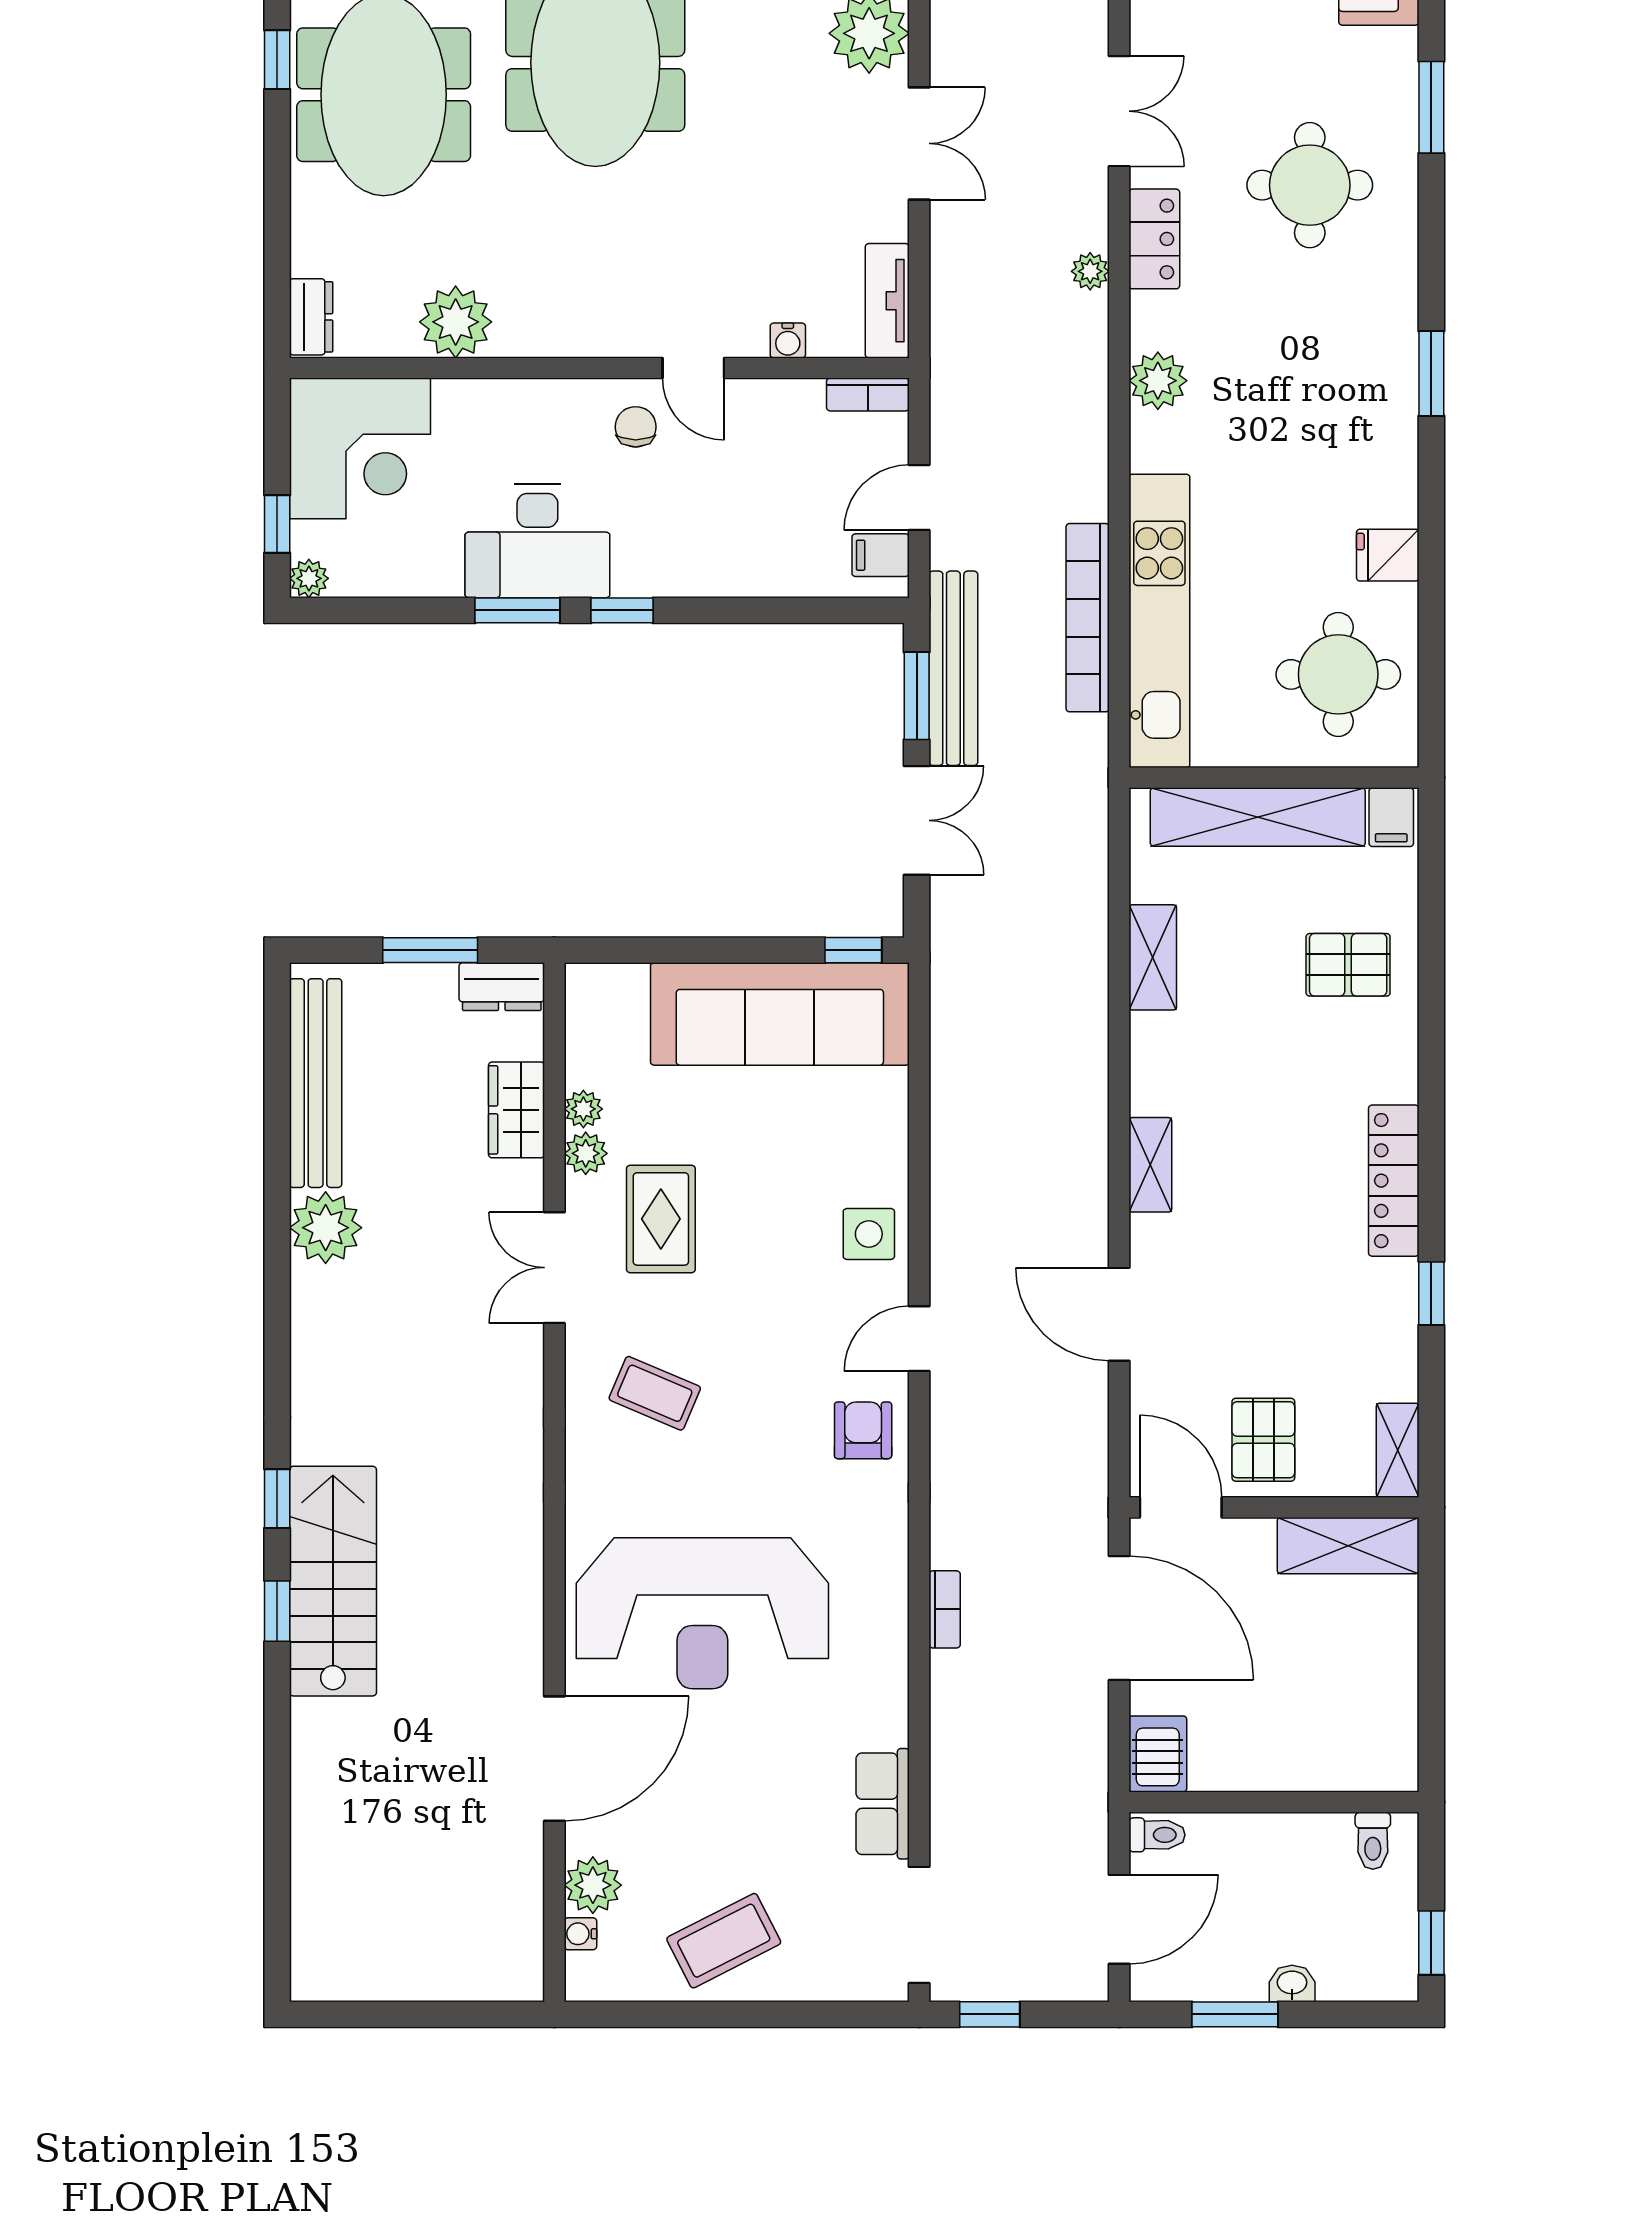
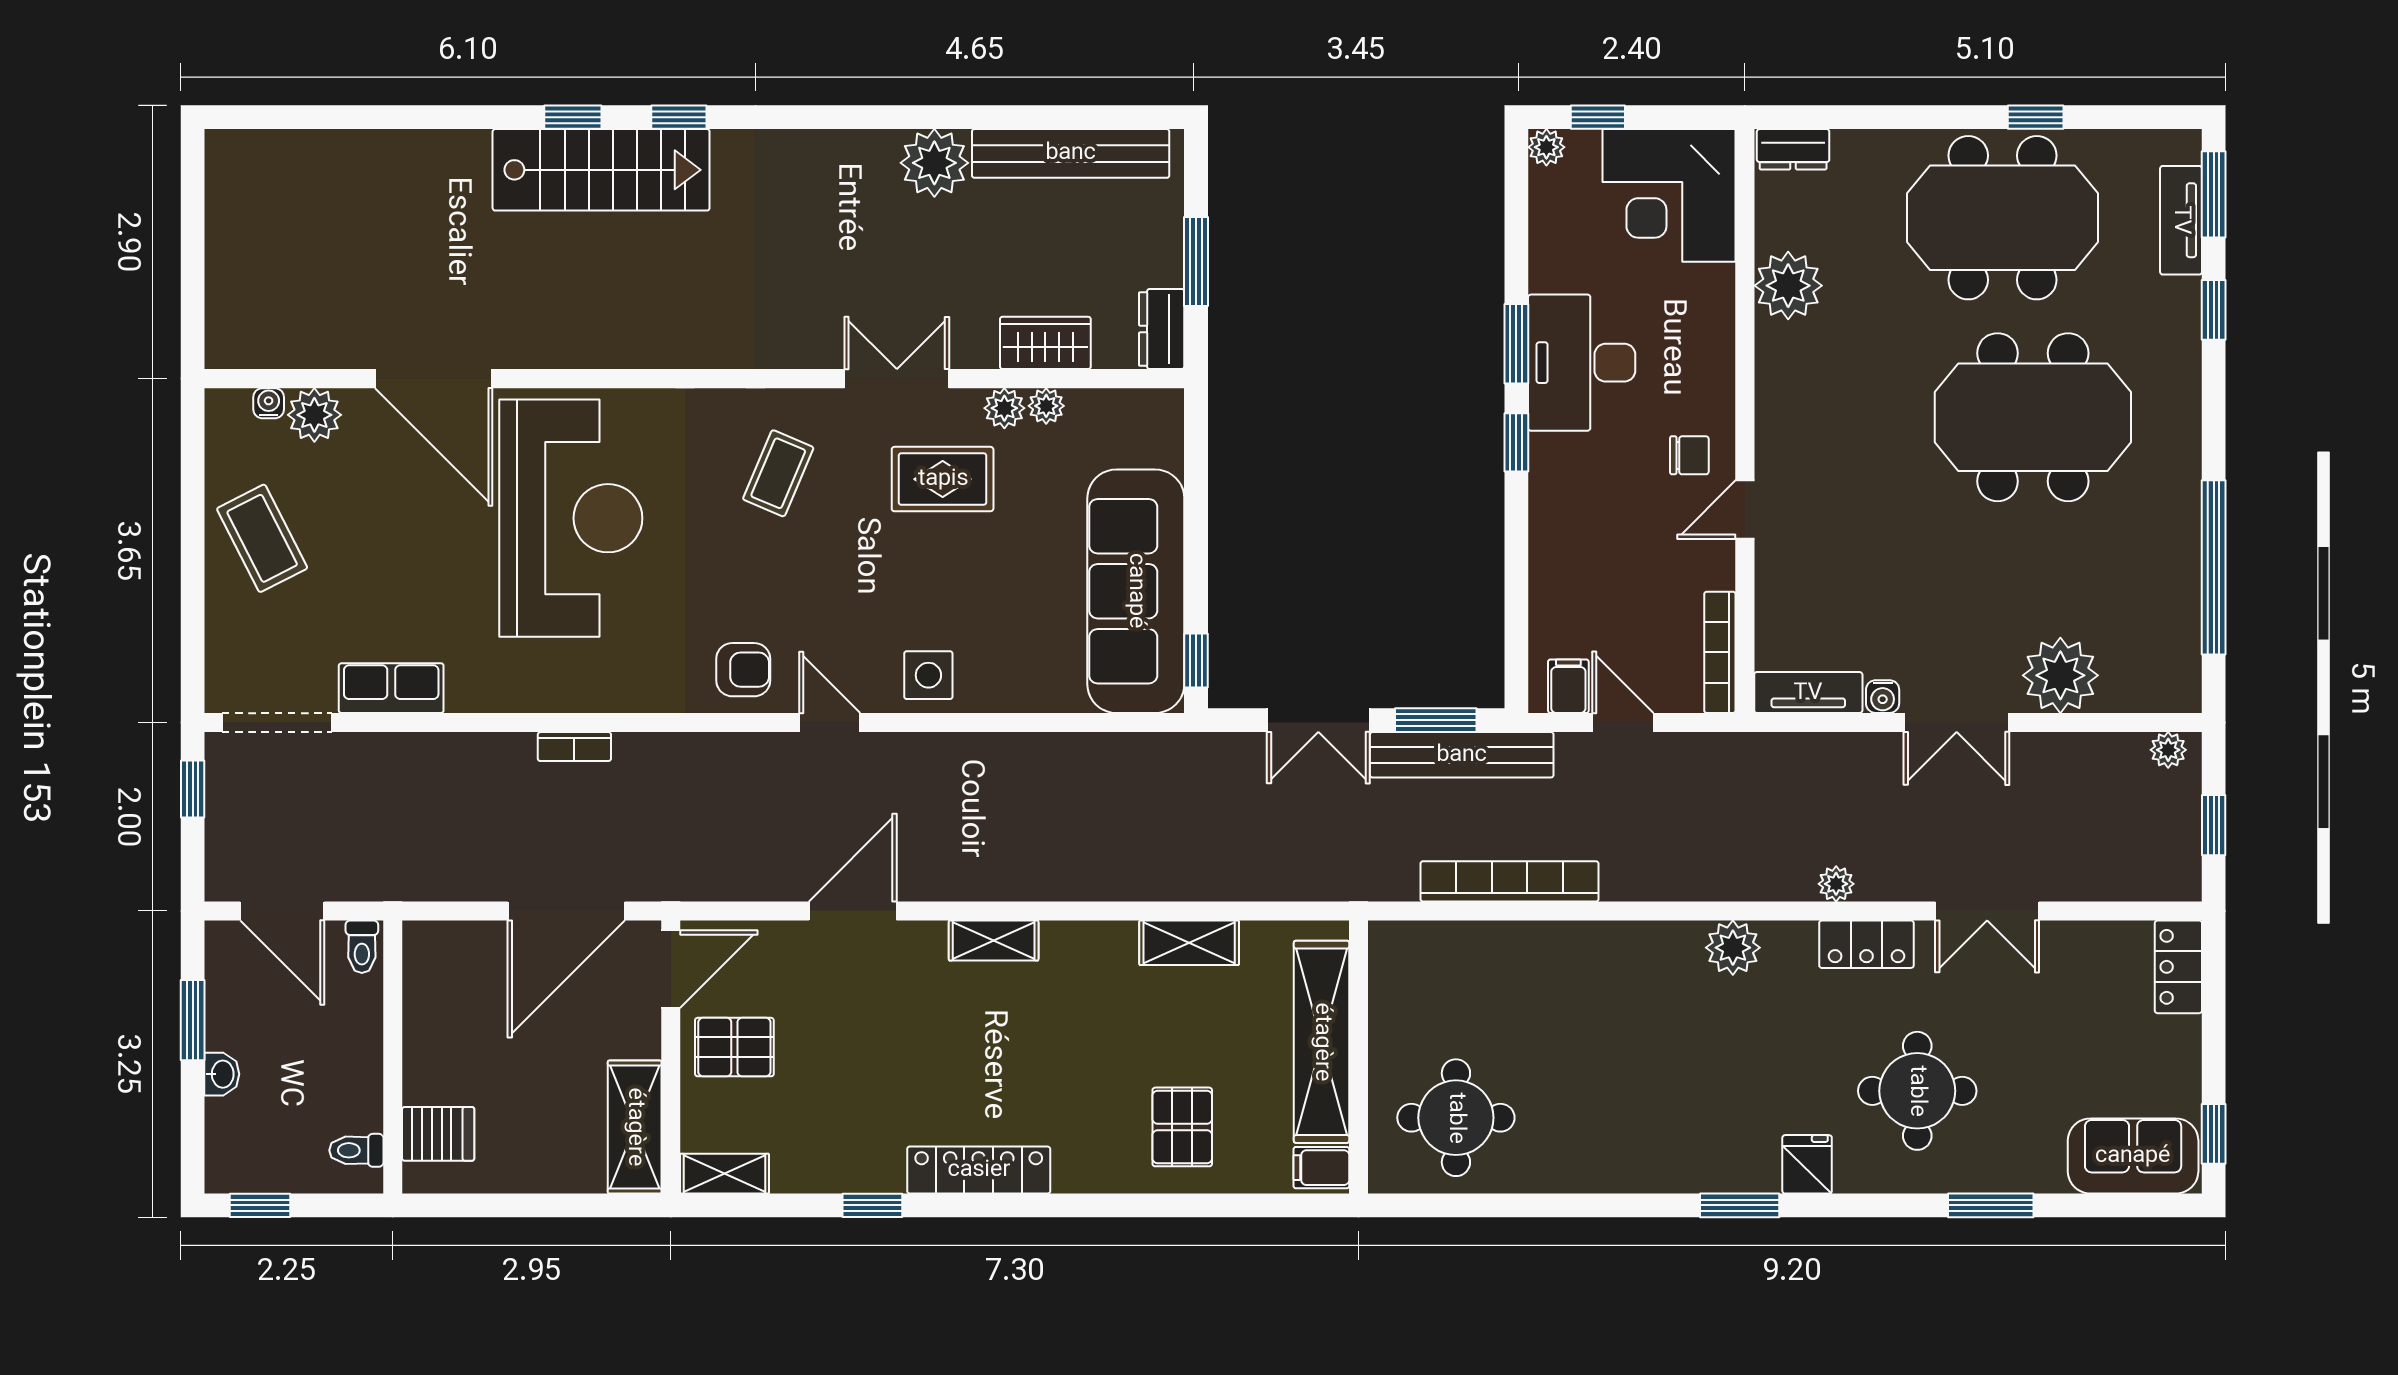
water cooler: (788, 340) -> (1883, 697), moved, turned -90
bookcase: (868, 394) -> (1720, 652), width x1.56
fridge: (1388, 555) -> (1807, 1164), moved
kitchen unit: (1159, 621) -> (1506, 949), removed
reception desk: (702, 1613) -> (571, 518), turned 180
server rack: (1158, 1754) -> (438, 1134), moved

